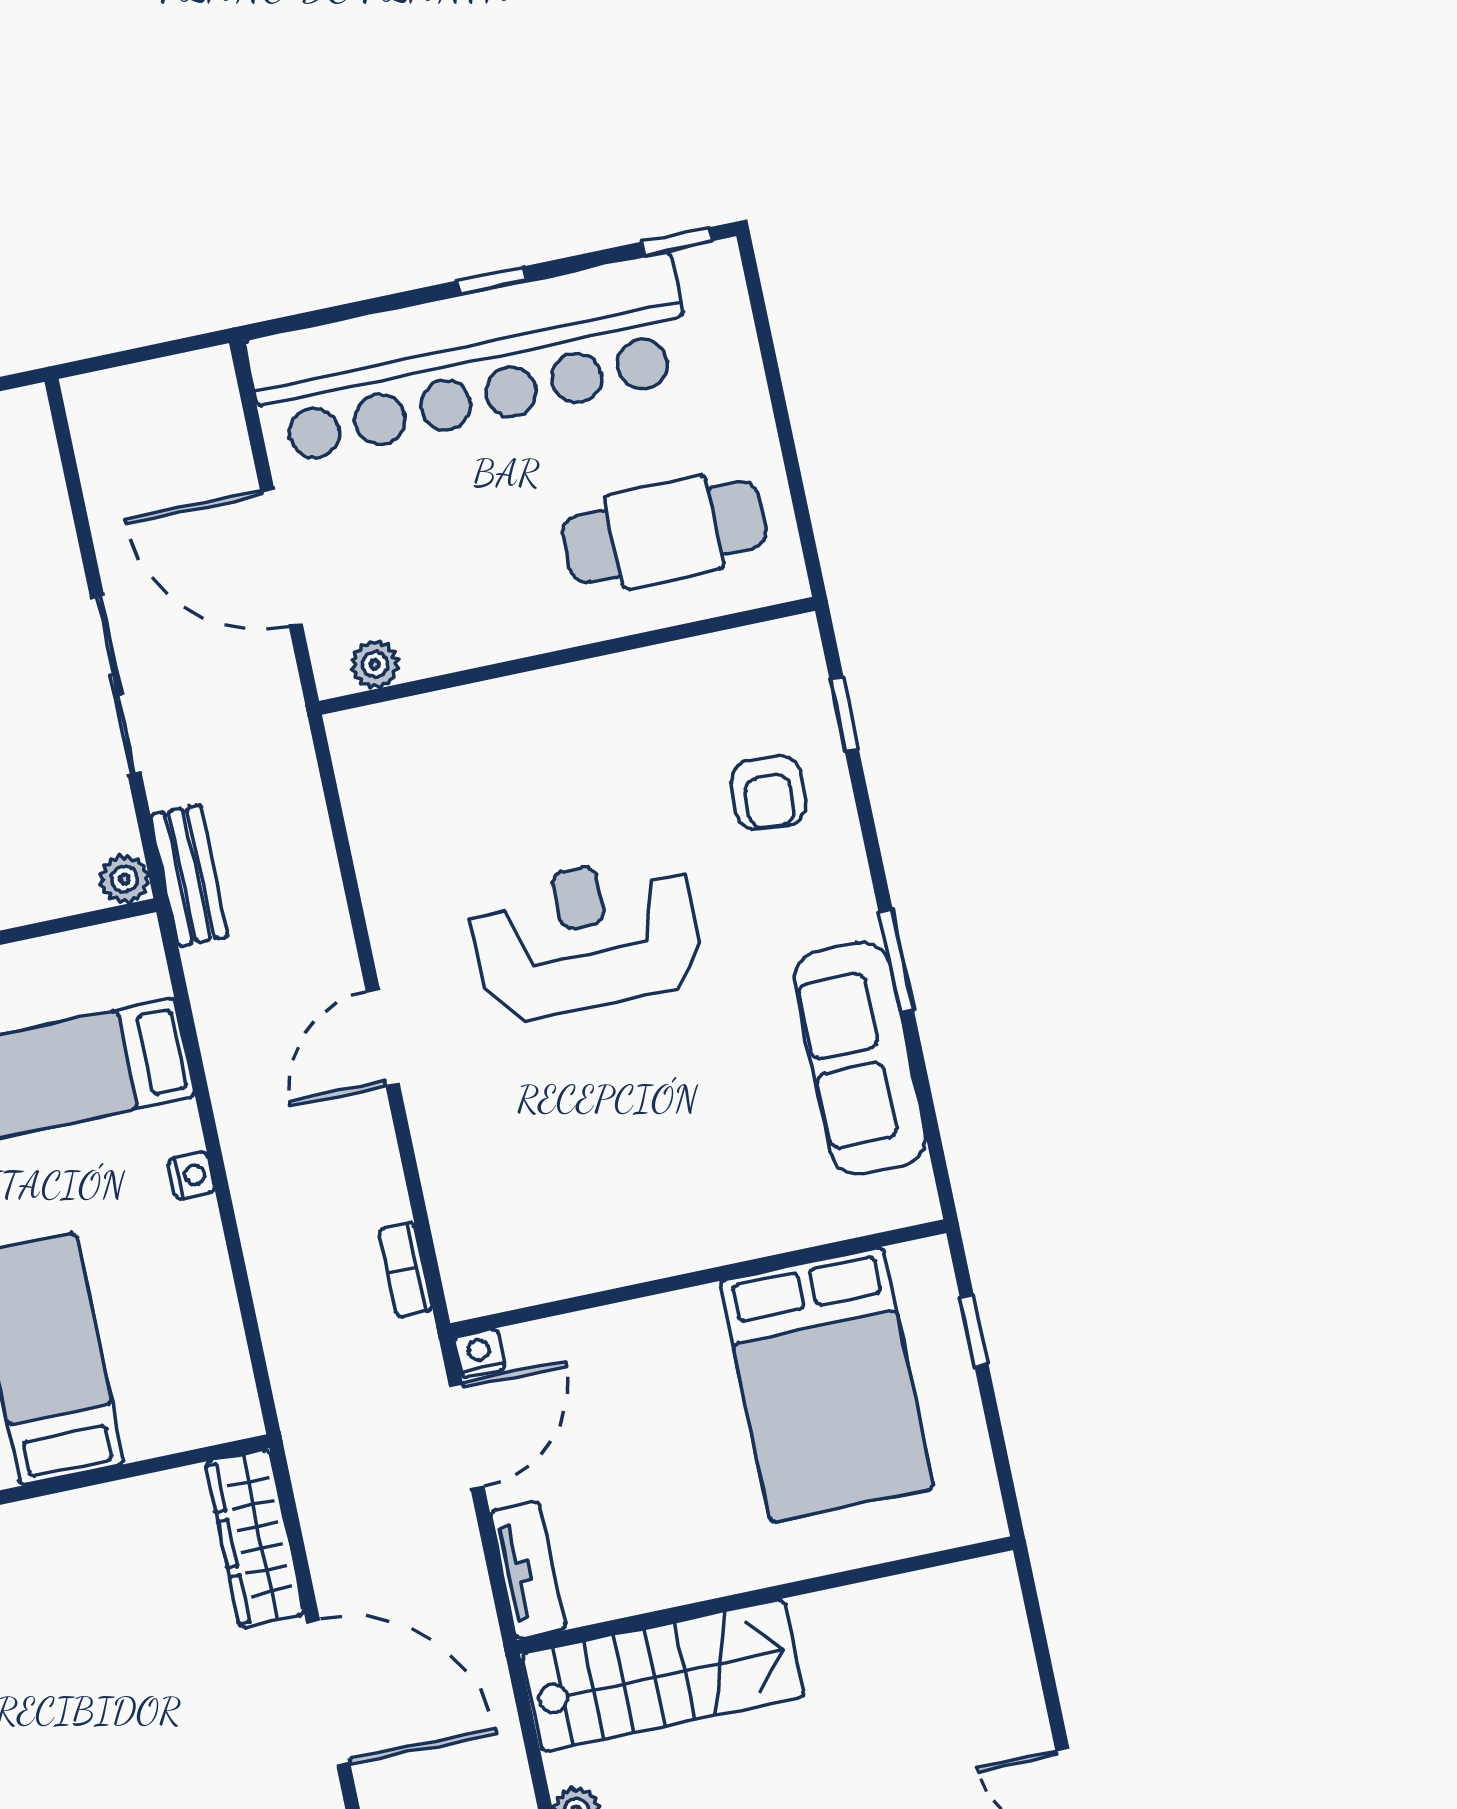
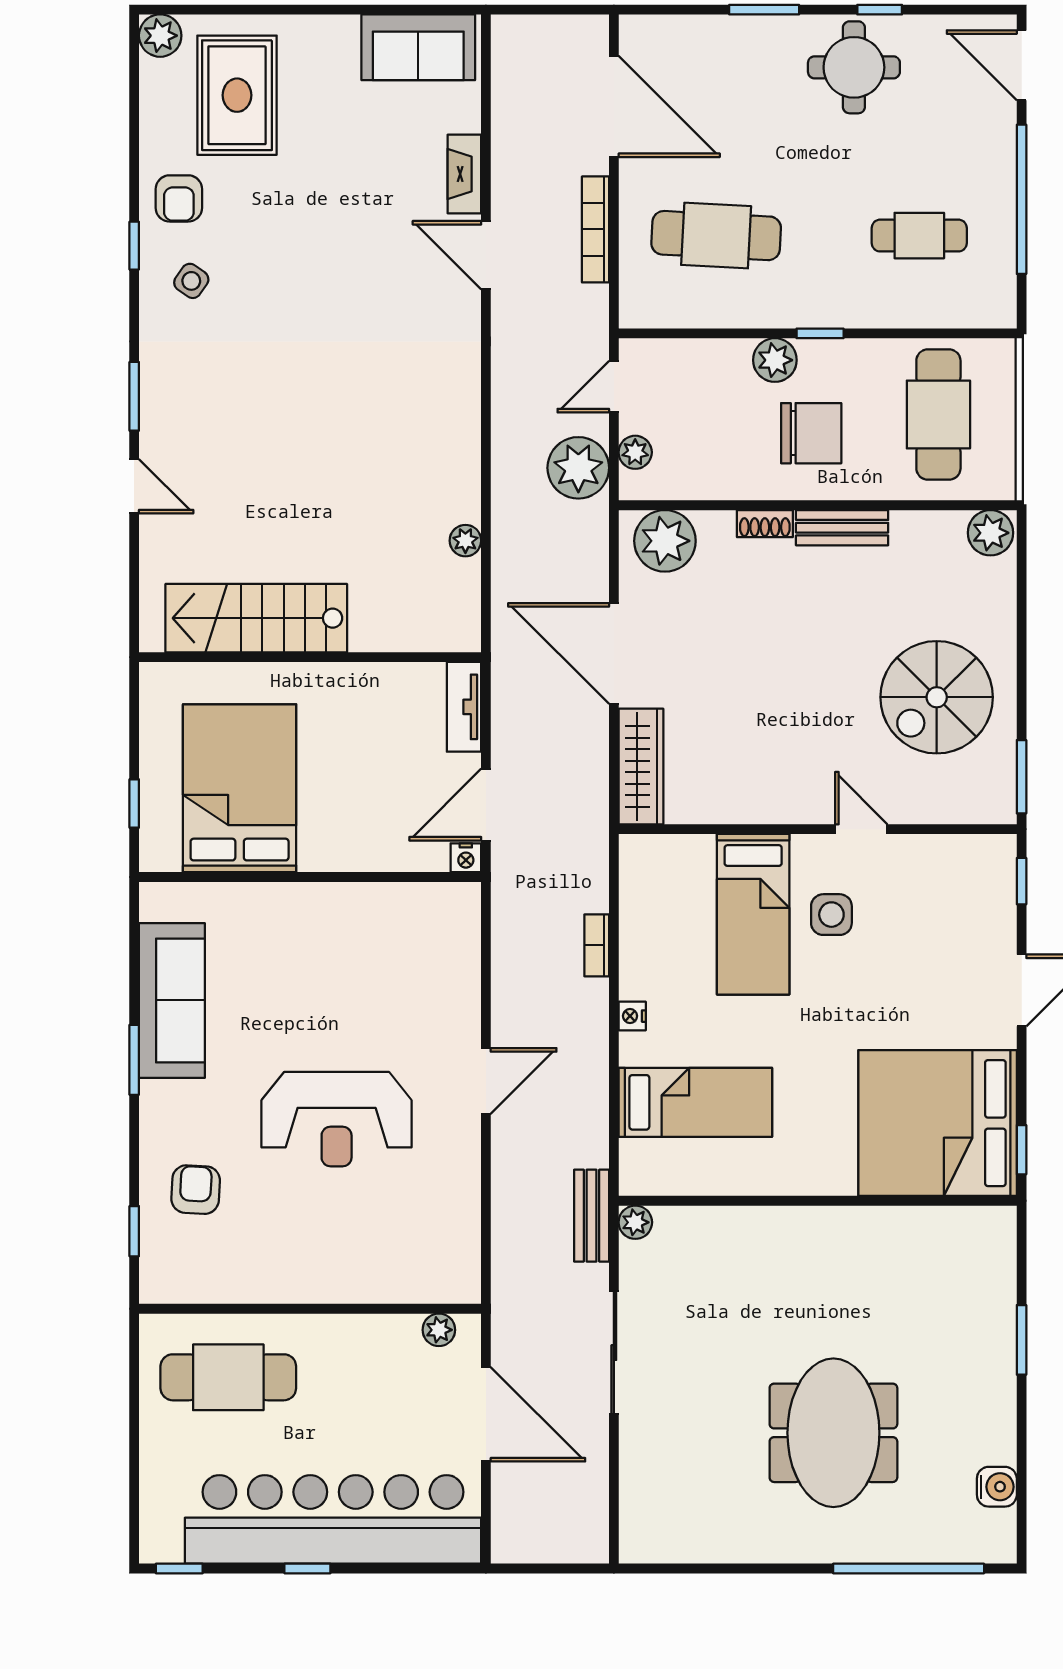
bookcase: (406, 1270) -> (597, 945), moved, turned 180
stairs: (663, 1675) -> (256, 618), moved

